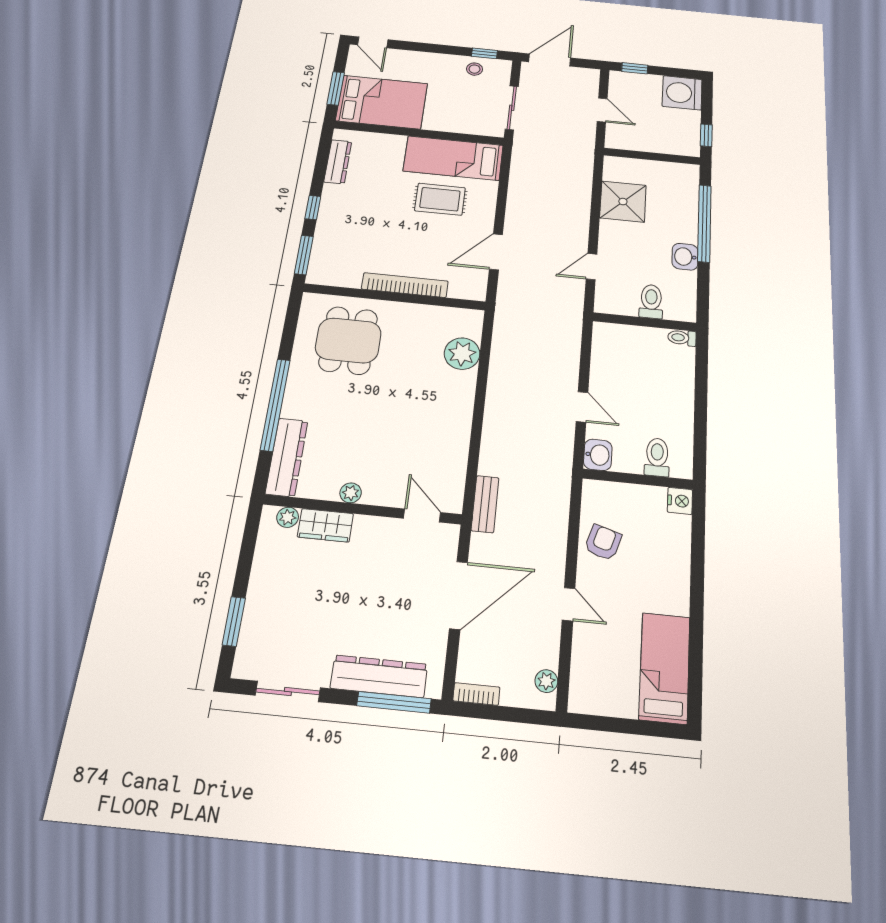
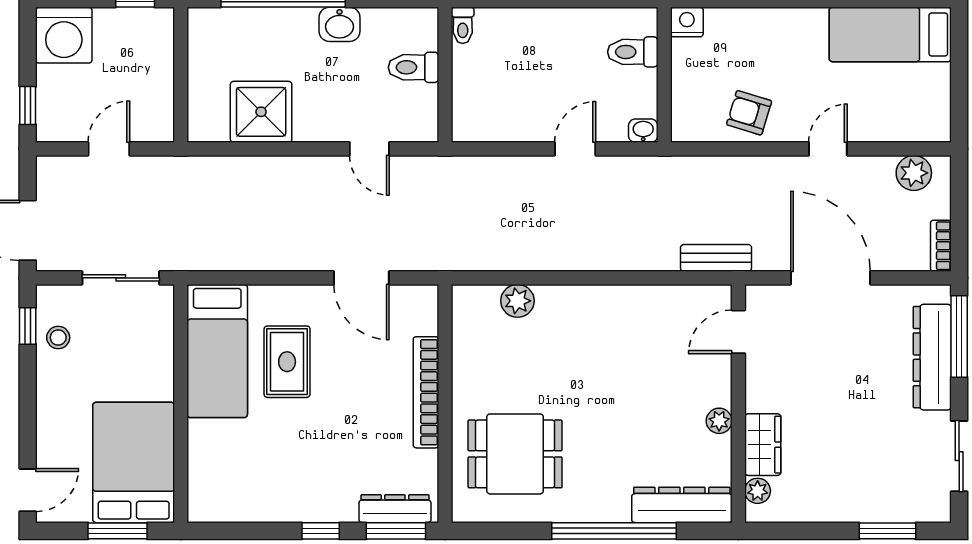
dresser: (338, 162) -> (395, 509), moved
plant: (462, 354) -> (518, 301), width x0.73, depth x0.73
washbasin: (598, 455) -> (643, 131), width x0.72, depth x0.69
plant: (546, 681) -> (914, 173), width x1.38, depth x1.38

